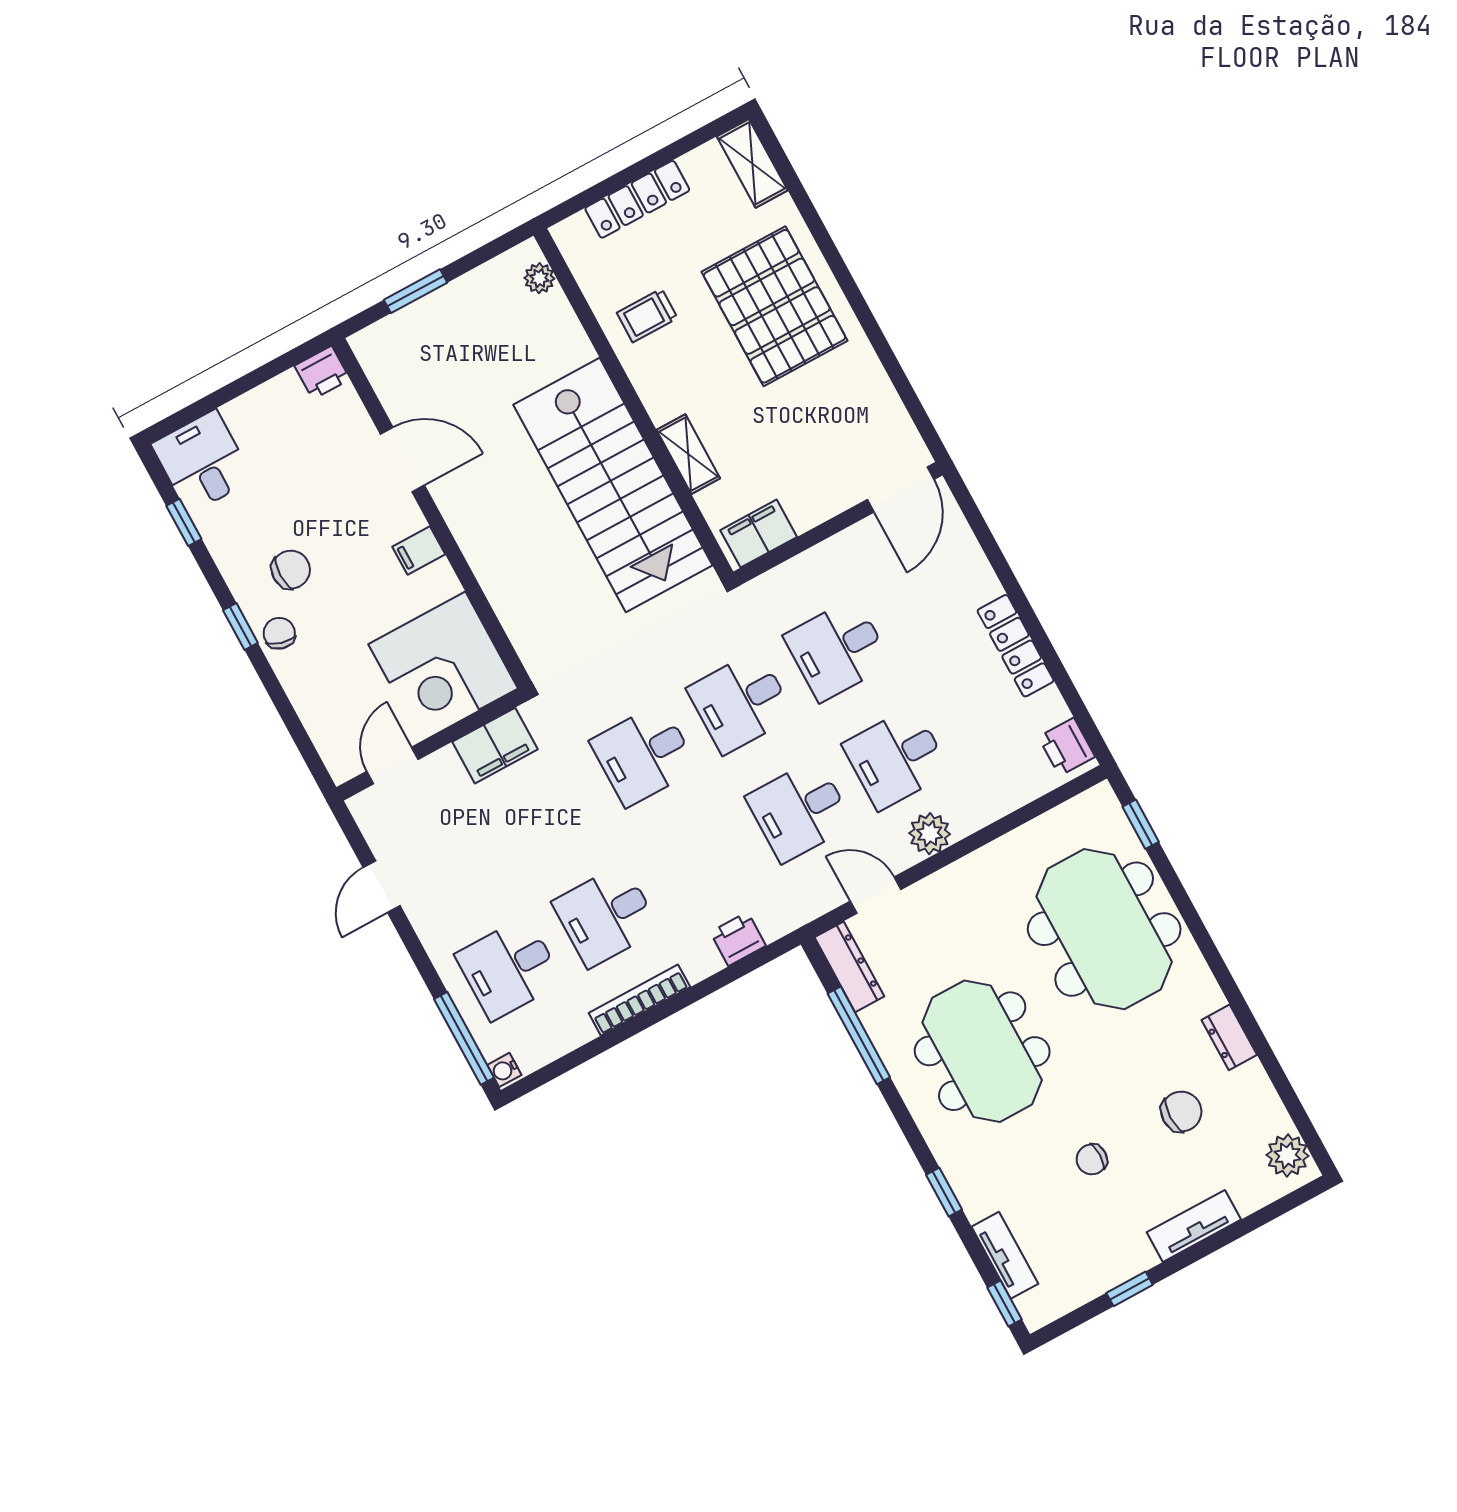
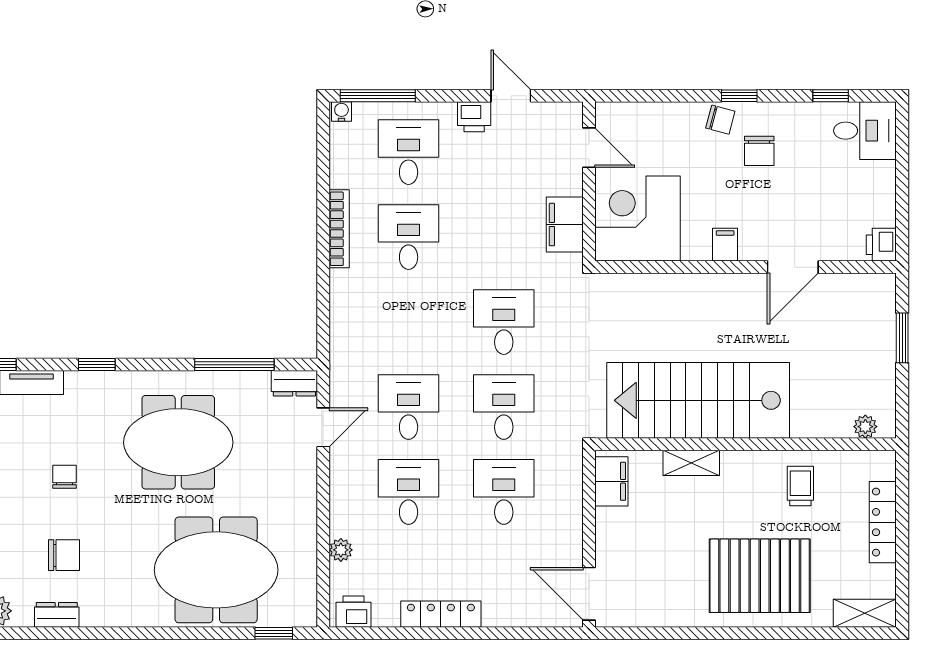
plant: (930, 834) -> (341, 550), moved, width x0.73, depth x0.73
printer: (738, 939) -> (474, 117), moved, turned 90
dresser: (849, 967) -> (294, 383), width x0.70
dresser: (1229, 1037) -> (57, 615), moved
chair: (1181, 1112) -> (64, 555), turned -90

